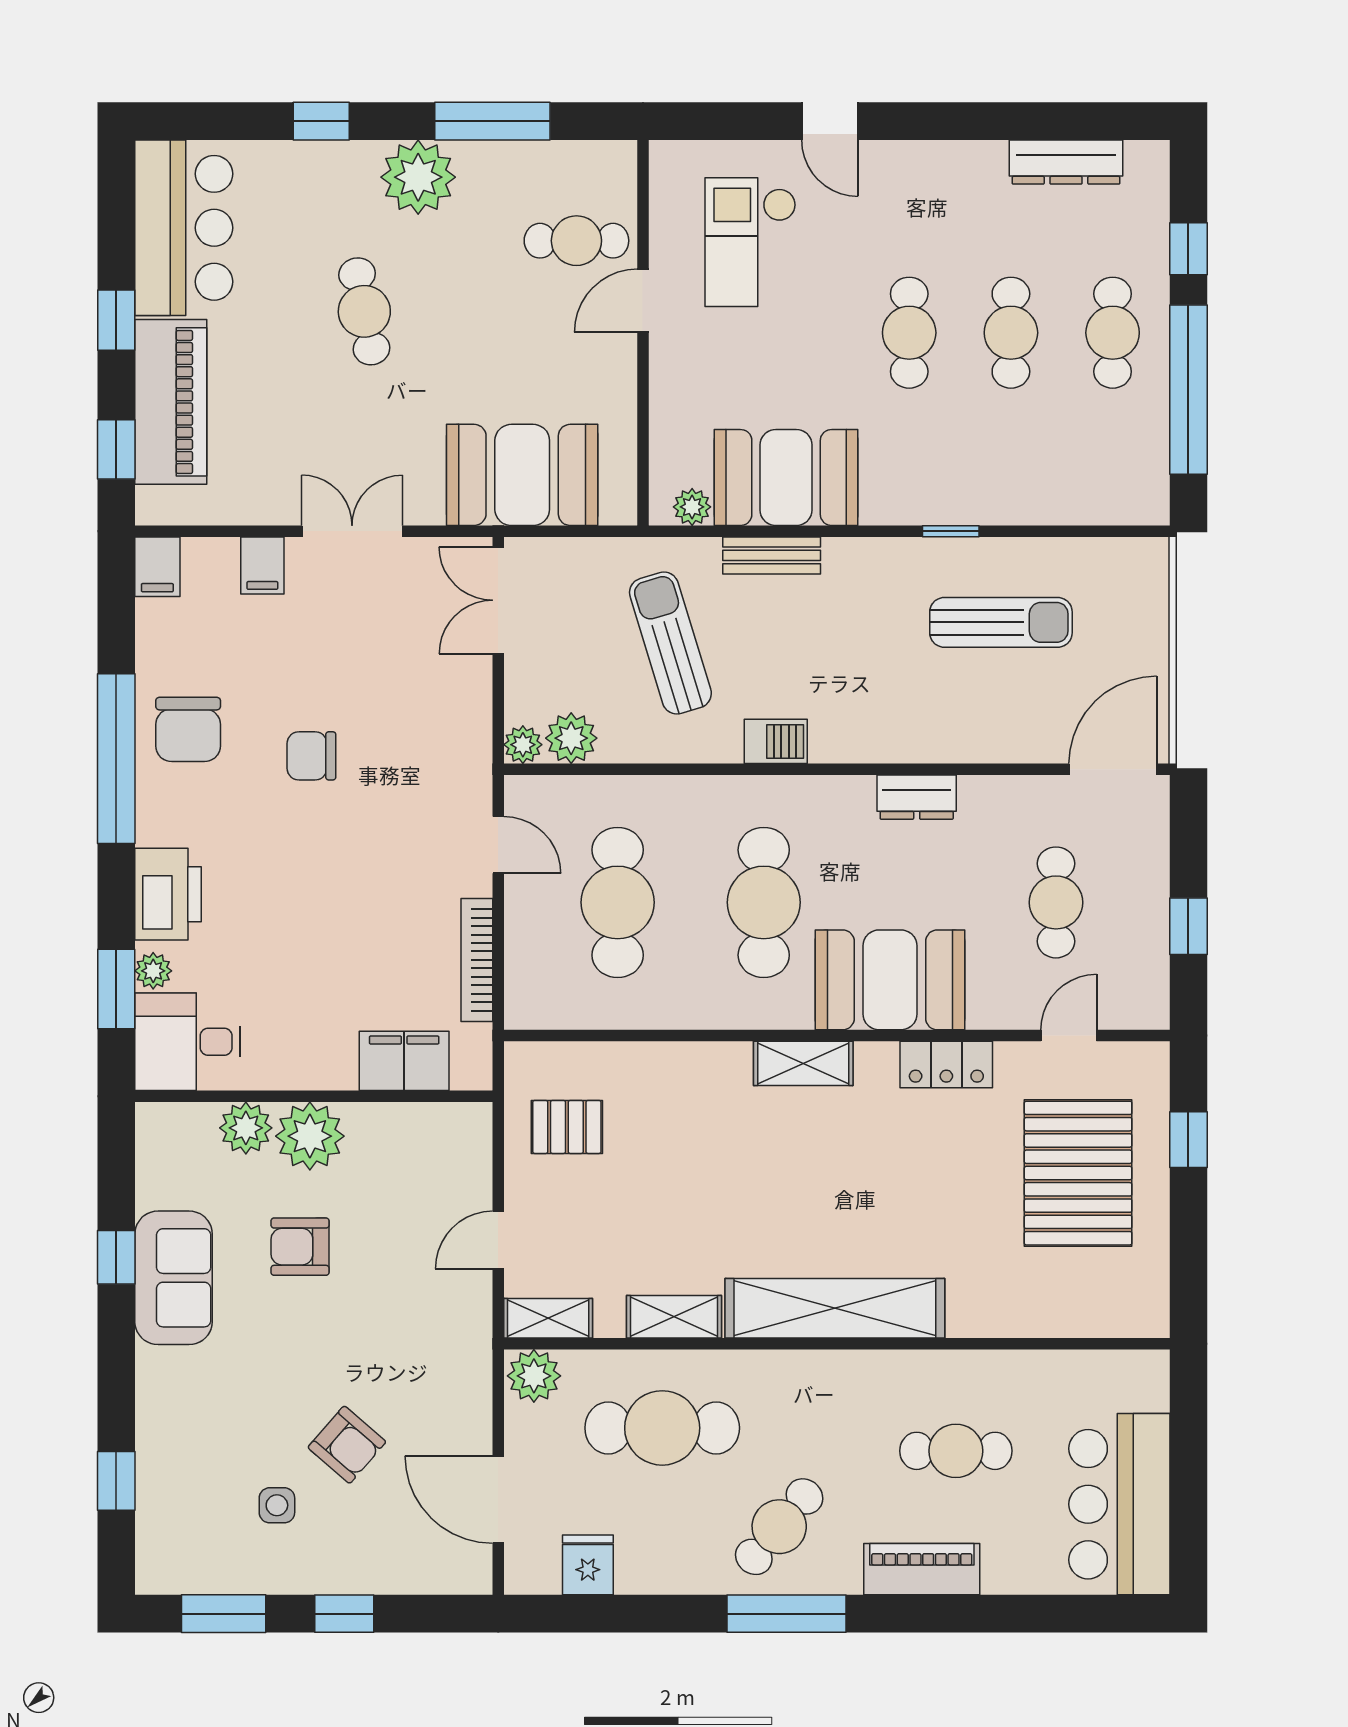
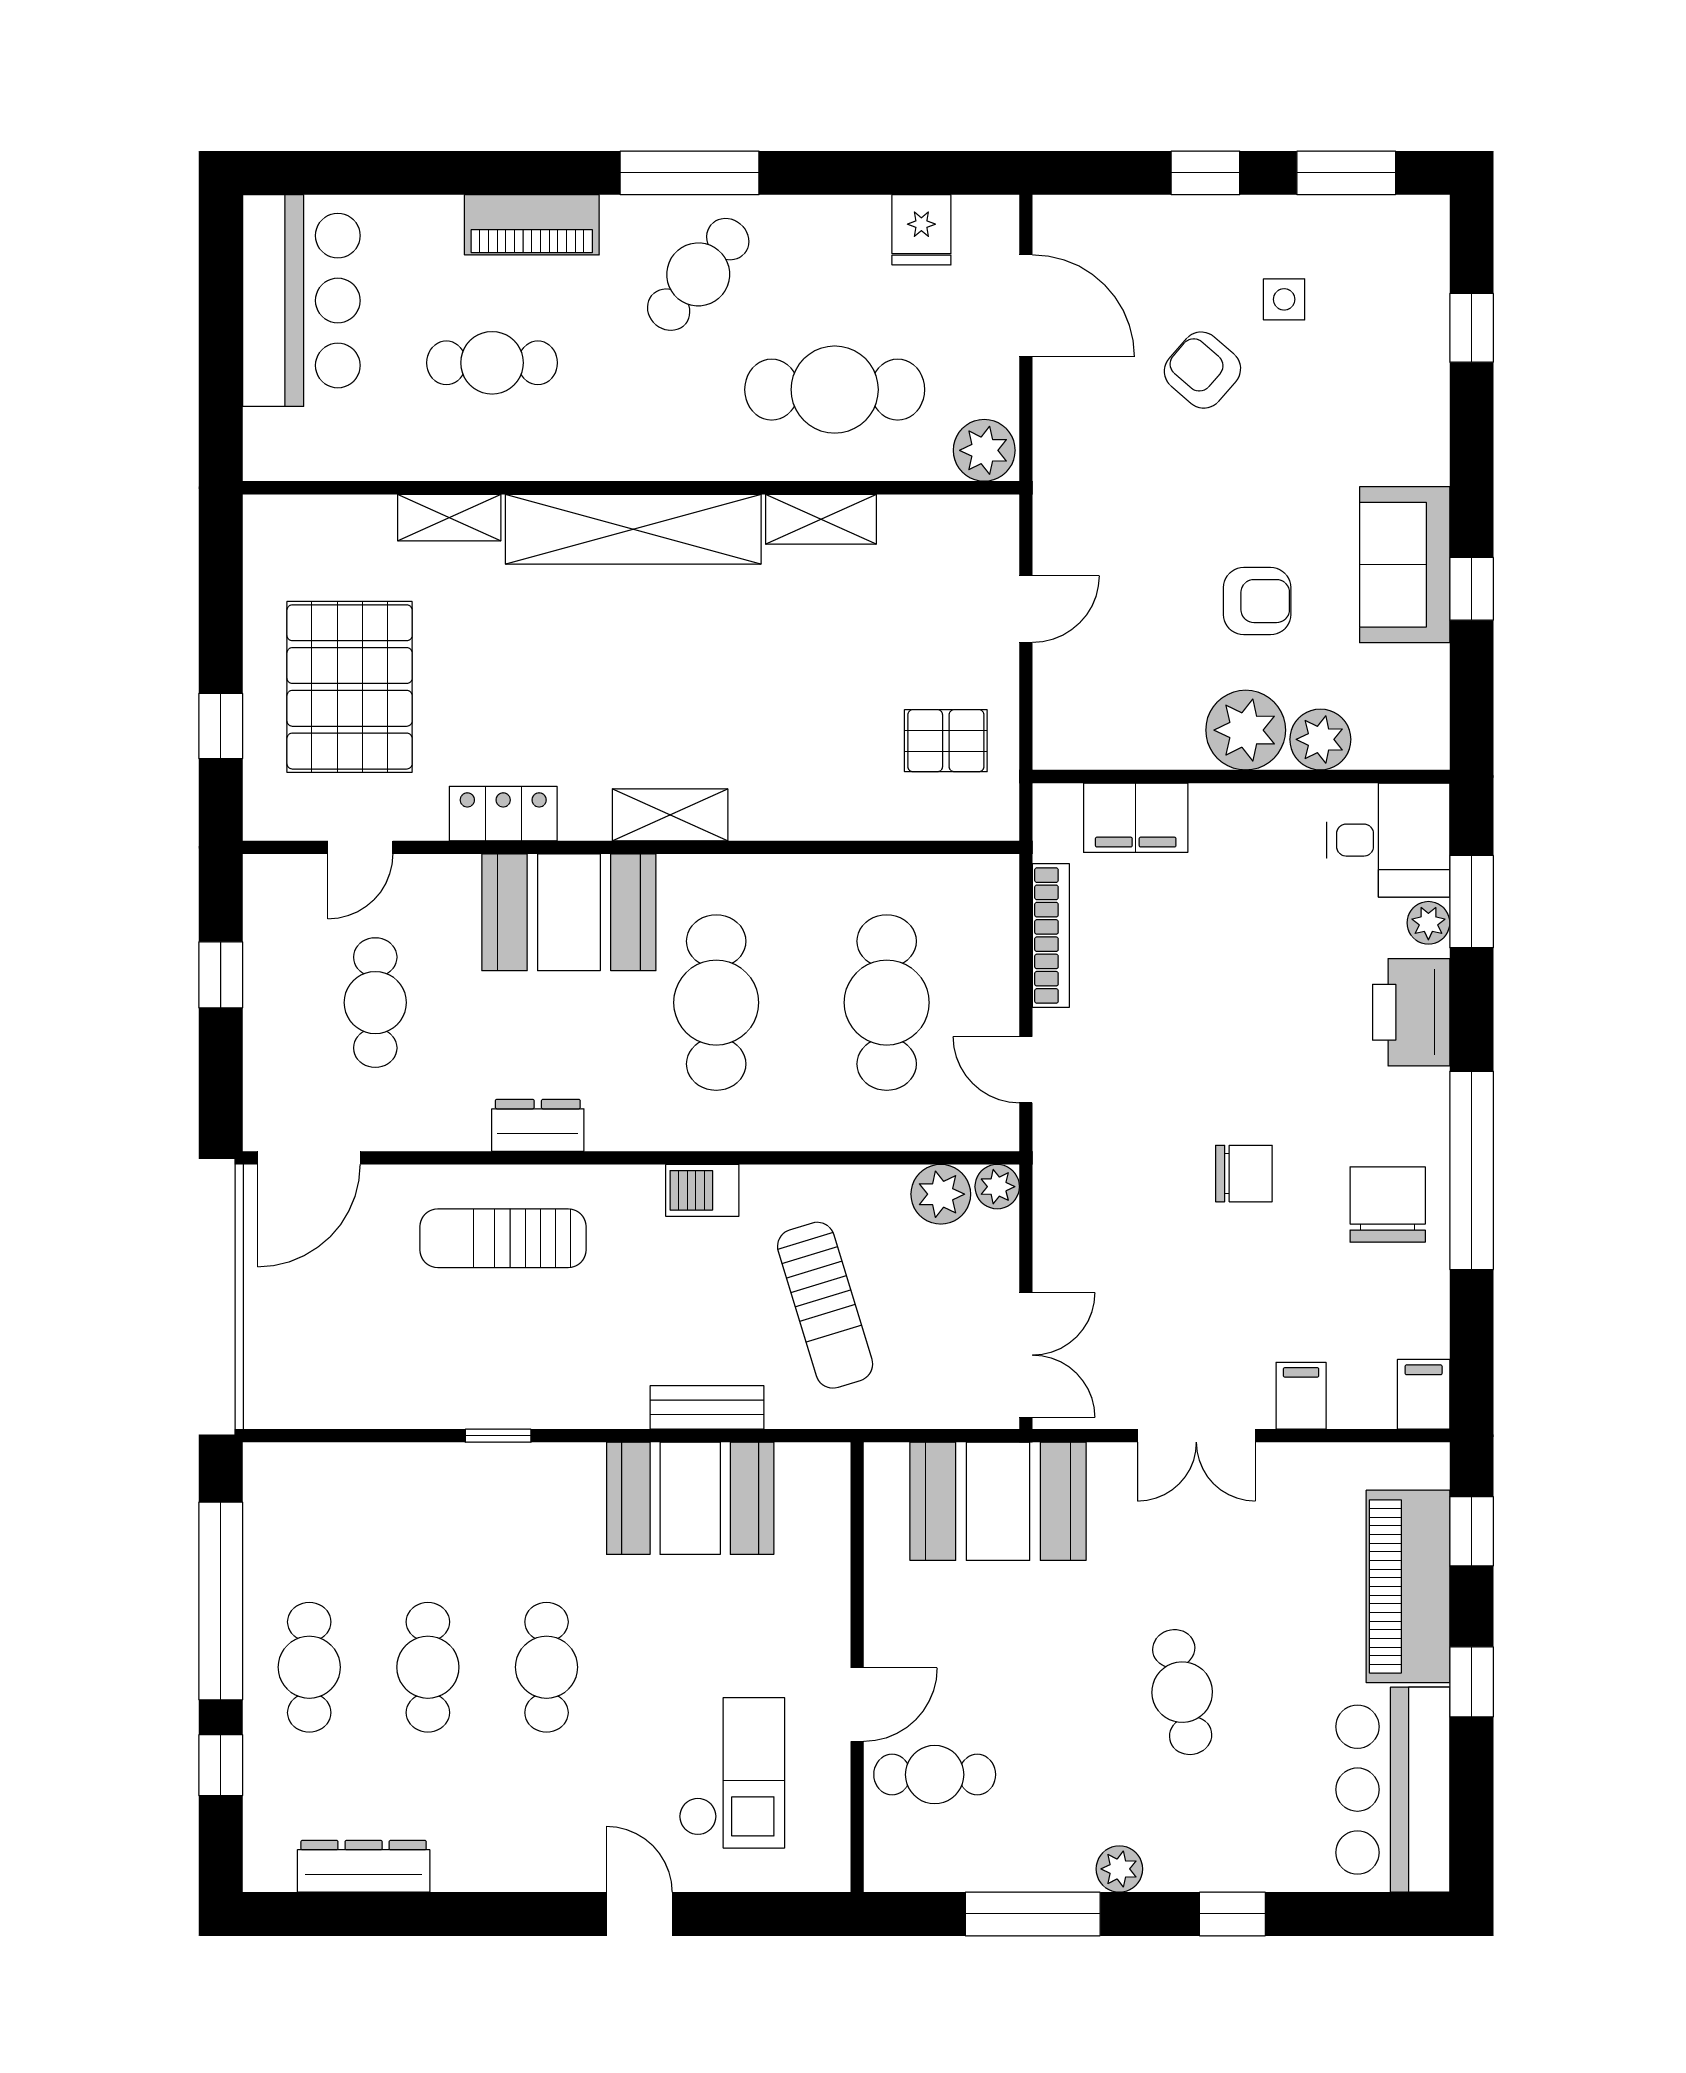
plant: (418, 177) -> (1119, 1869), width x0.53, depth x0.53
plant: (692, 507) -> (800, 1464), removed
sun lounger: (1001, 622) -> (503, 1238), moved
shelving: (548, 1318) -> (449, 518), moved

